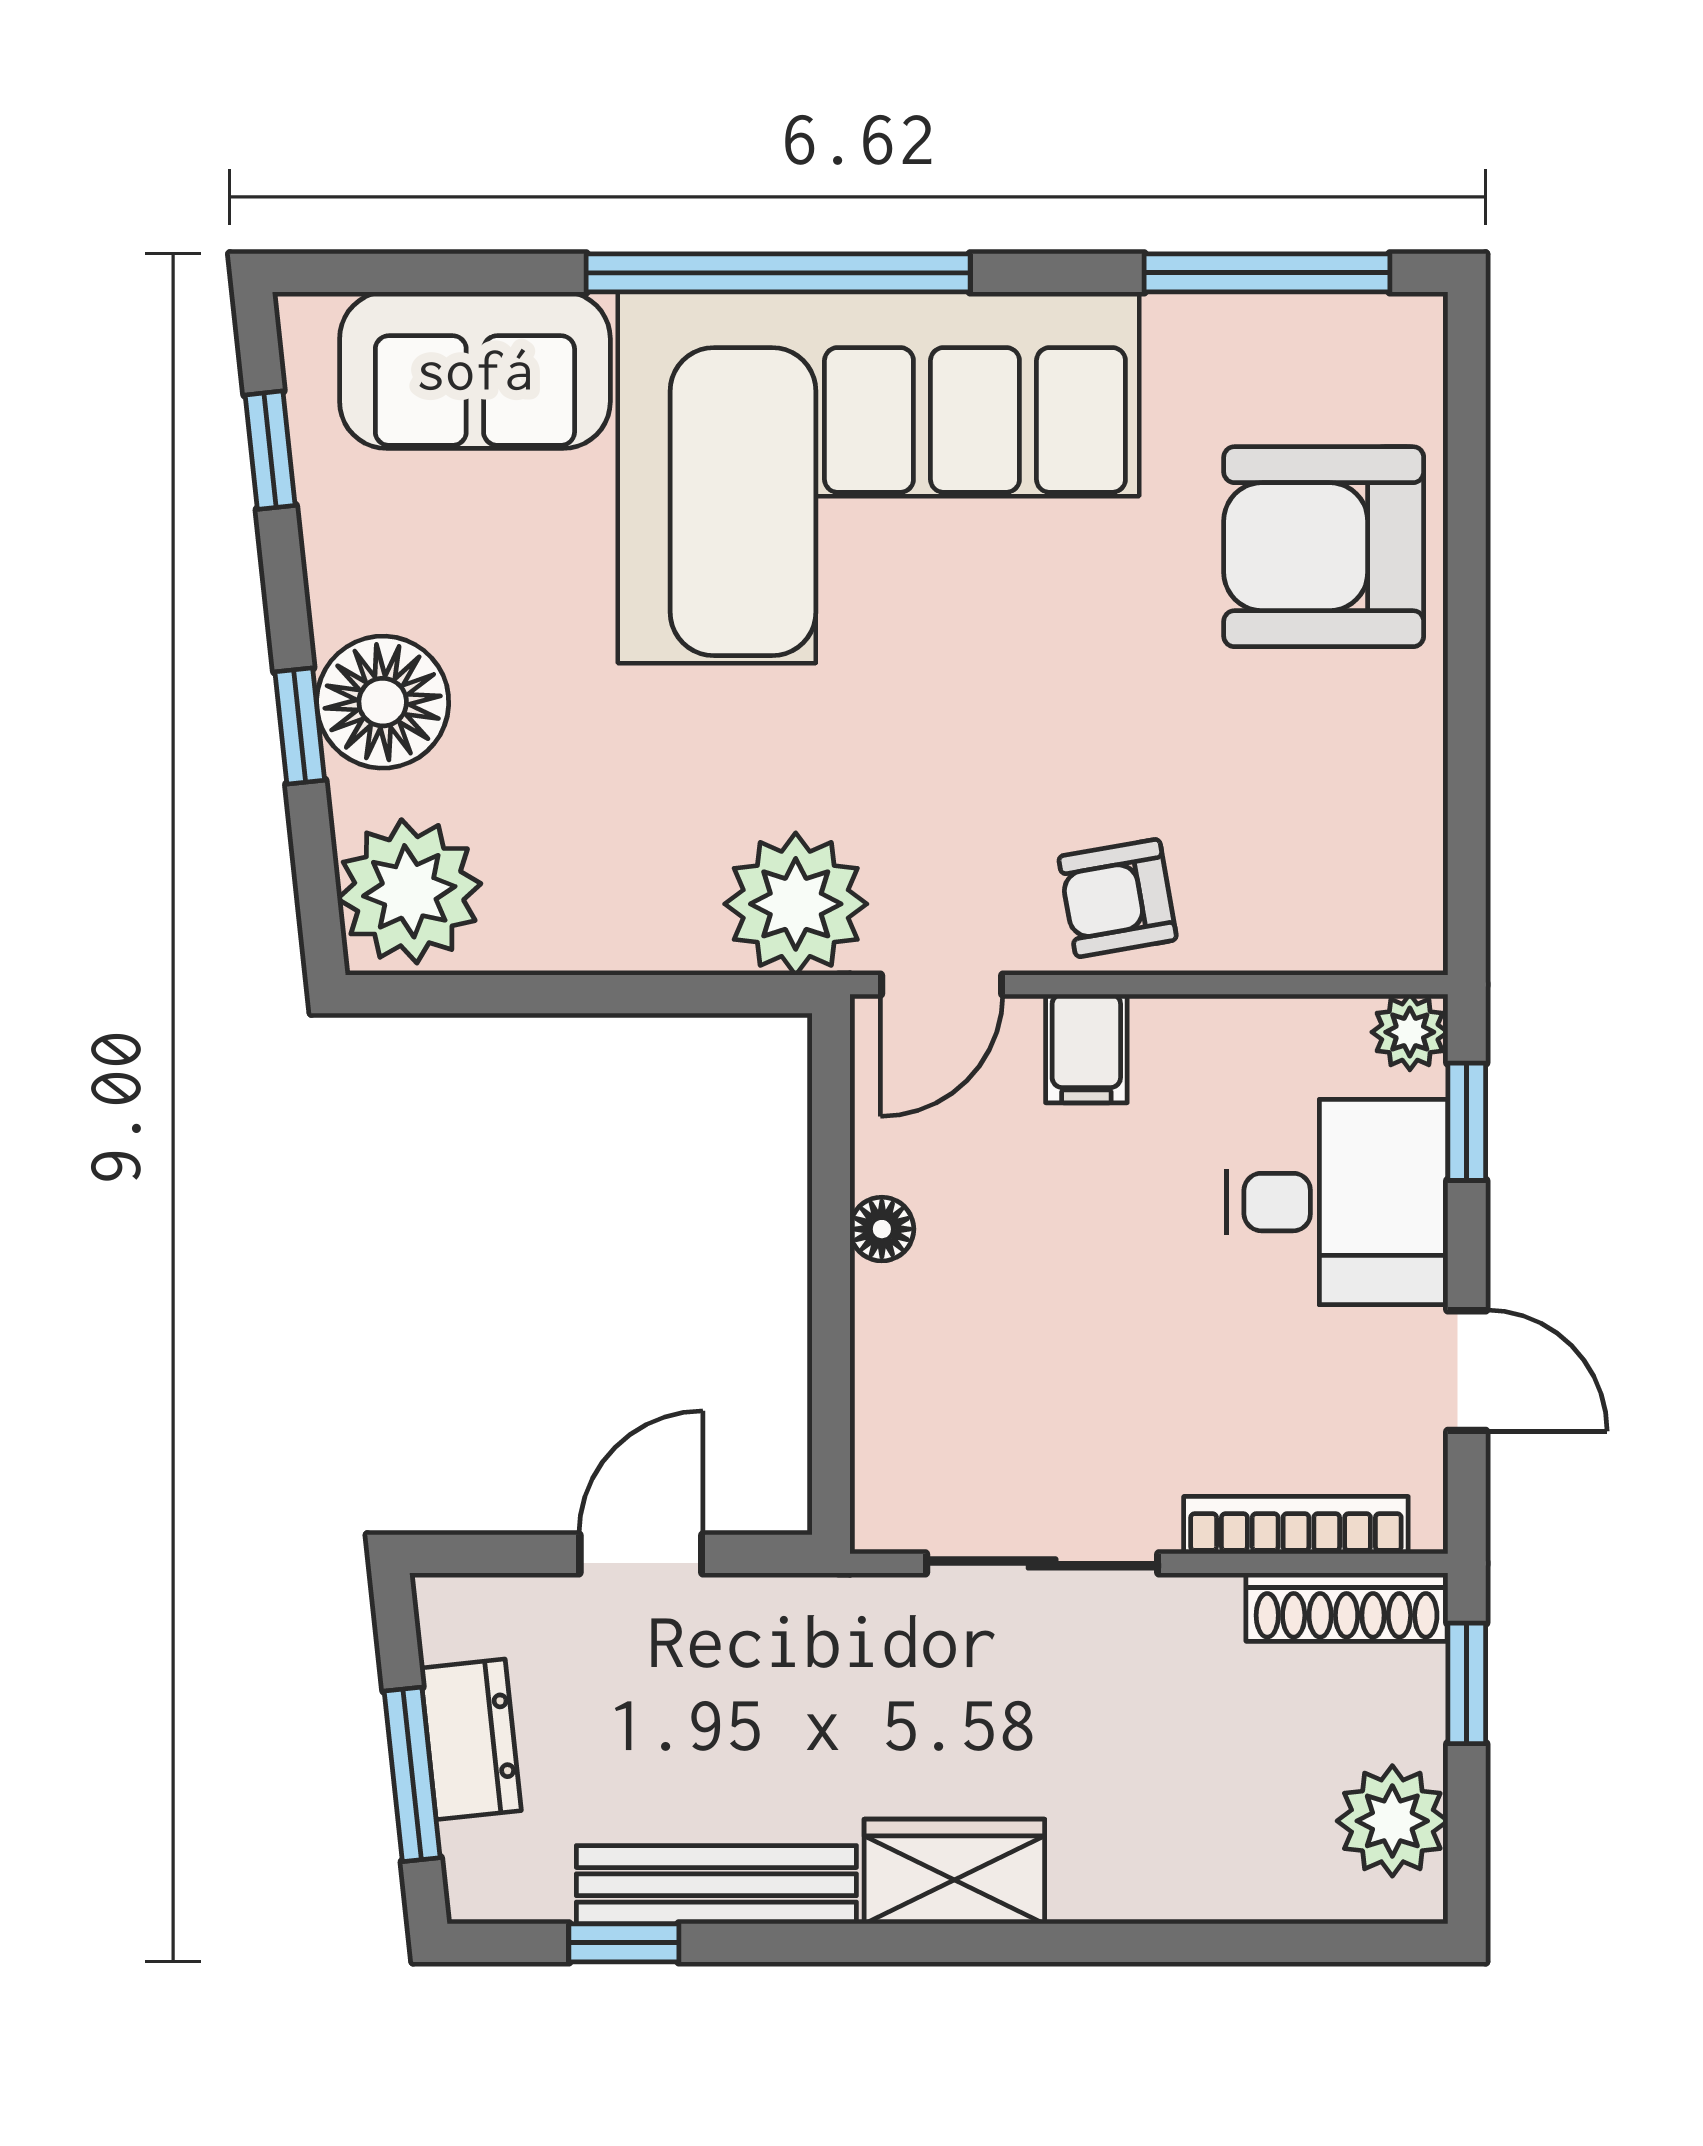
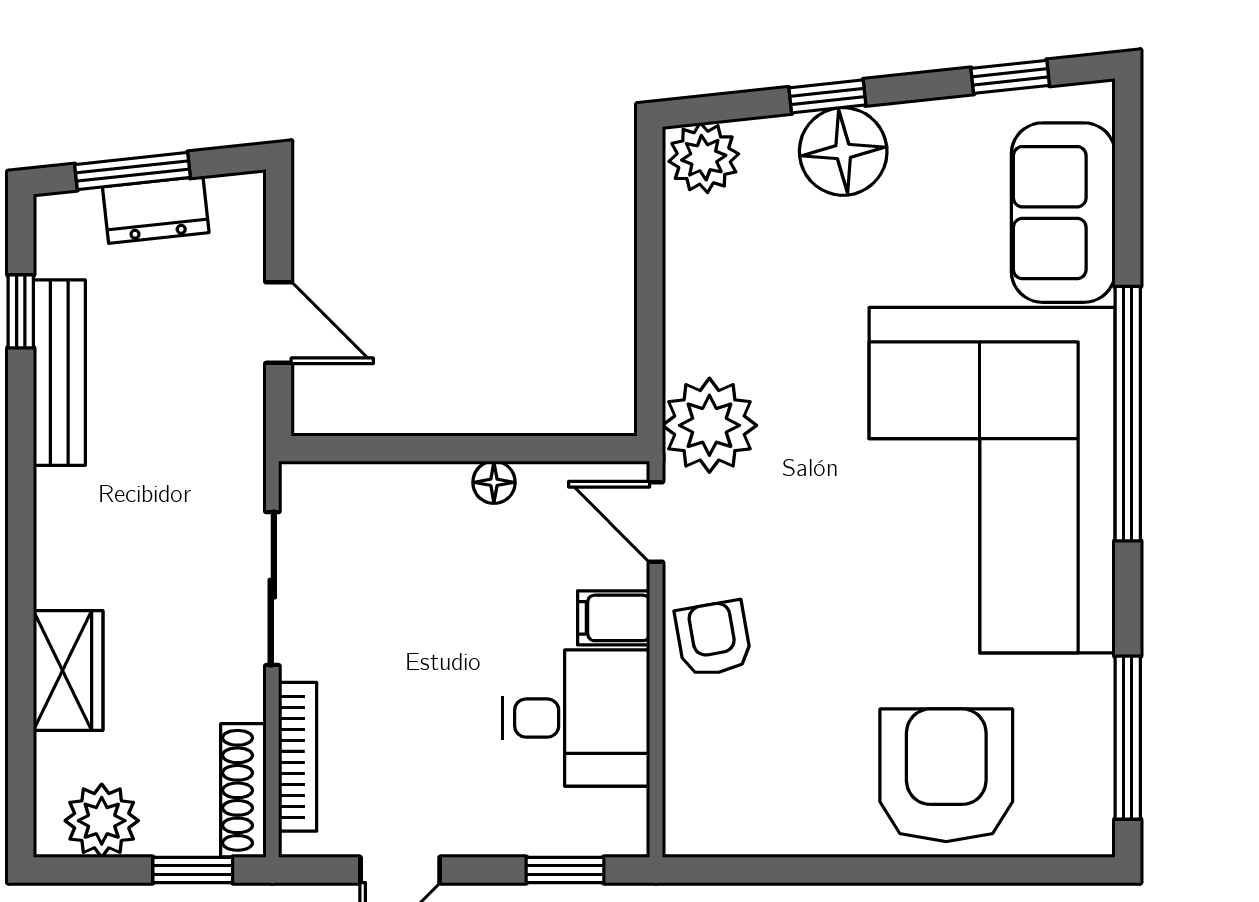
plant: (409, 891) -> (704, 158), width x0.73, depth x0.73
plant: (1410, 1032) -> (625, 832), removed
desk: (1337, 1202) -> (576, 718), moved, turned -90
wardrobe: (954, 1872) -> (68, 671), moved

